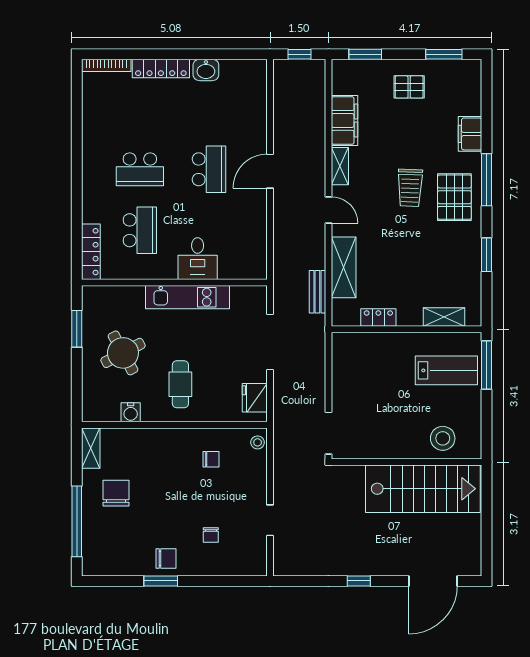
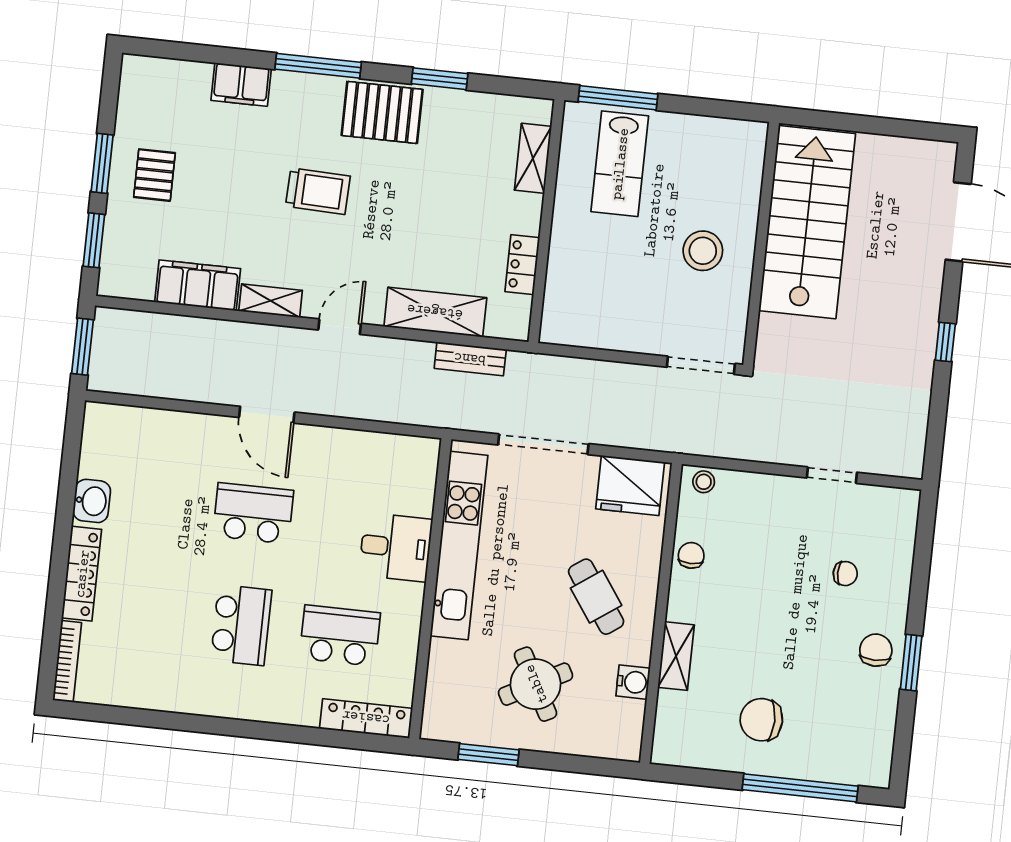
window: (300, 54) -> (82, 347), width x1.50
window: (444, 54) -> (102, 163), moved
pallet: (454, 197) -> (382, 112), moved
kitchen unit: (187, 297) -> (459, 546), width x1.36
lab bench: (446, 370) -> (620, 164), turned 180
cafe table: (180, 384) -> (596, 597), turned 55
fridge: (255, 398) -> (630, 485), width x1.36, depth x1.34
stool: (443, 438) -> (703, 251), moved
shelving: (91, 448) -> (676, 656), moved, turned 90
chair: (211, 459) -> (691, 555), moved

